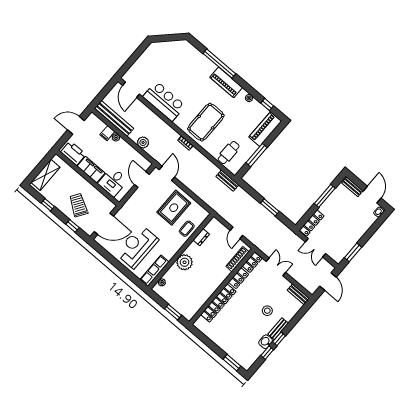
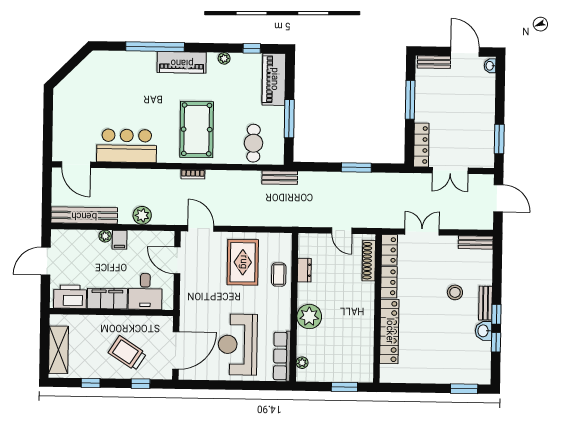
filing cabinet: (107, 133) -> (120, 240), moved

